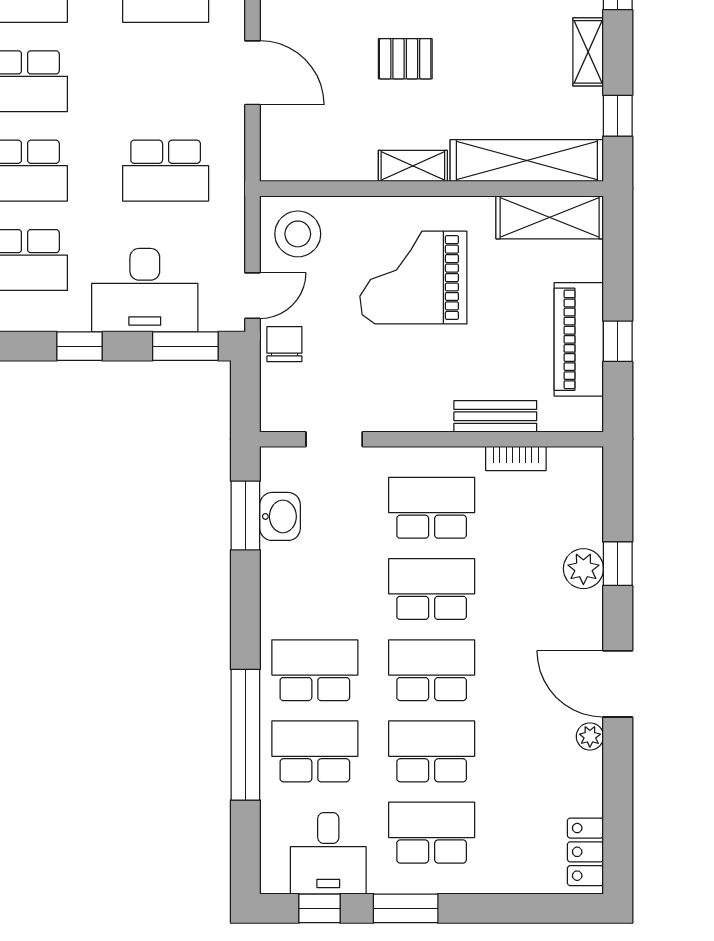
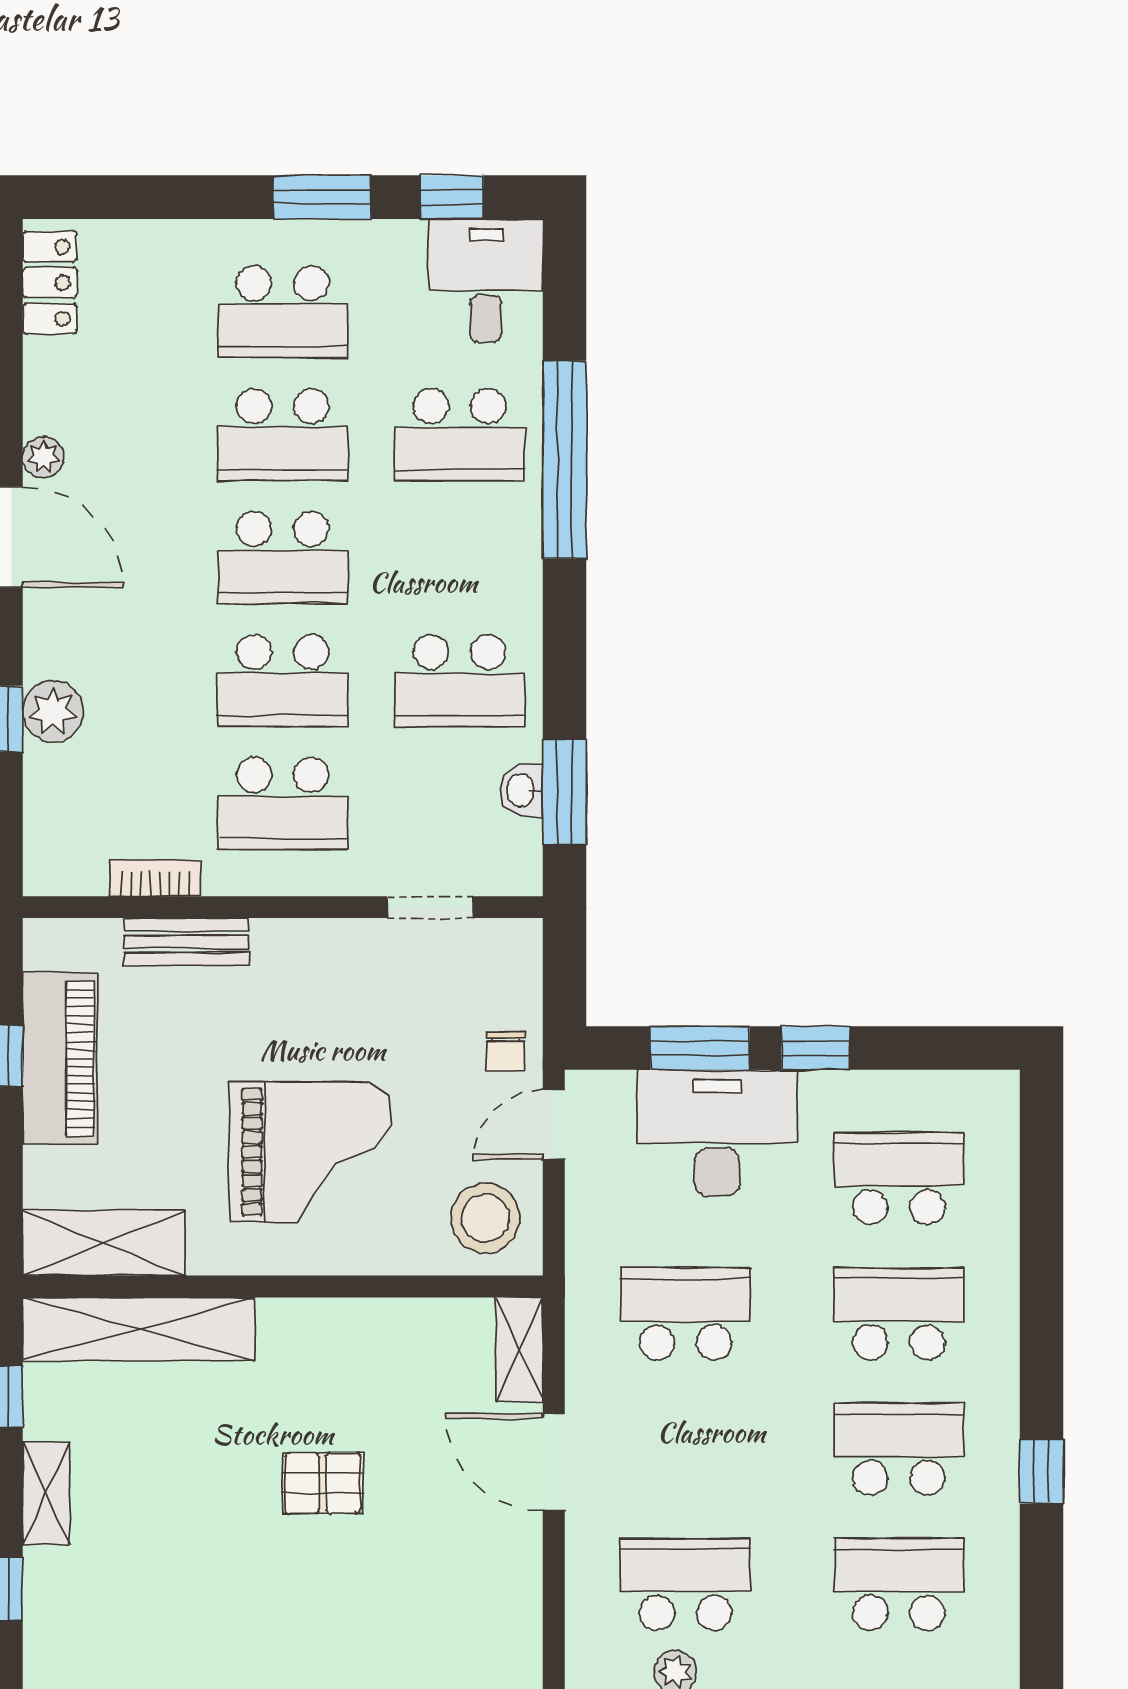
shelving: (413, 166) -> (519, 1349), moved, turned 90
chair: (284, 344) -> (505, 1051), width x0.73, depth x0.73
window: (185, 346) -> (700, 1048), moved
washbasin: (280, 516) -> (522, 790), width x0.72, depth x0.69
school desk: (315, 670) -> (460, 680), moved
desk: (328, 853) -> (486, 281), moved

